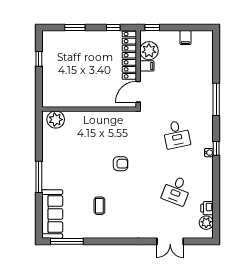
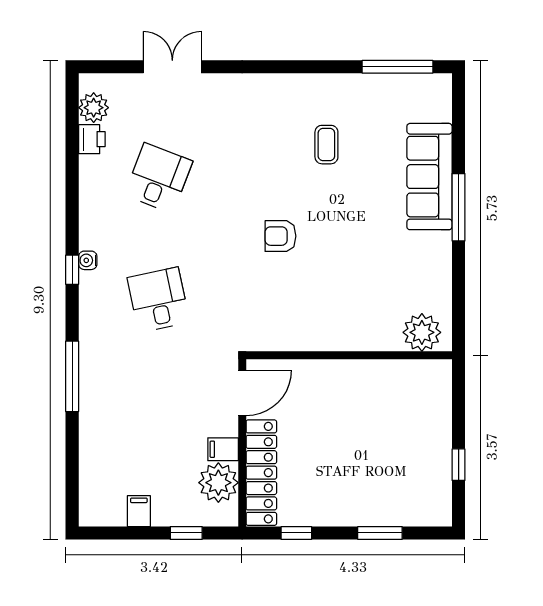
window: (152, 28) -> (186, 533), moved
sofa: (52, 214) -> (429, 177), moved

